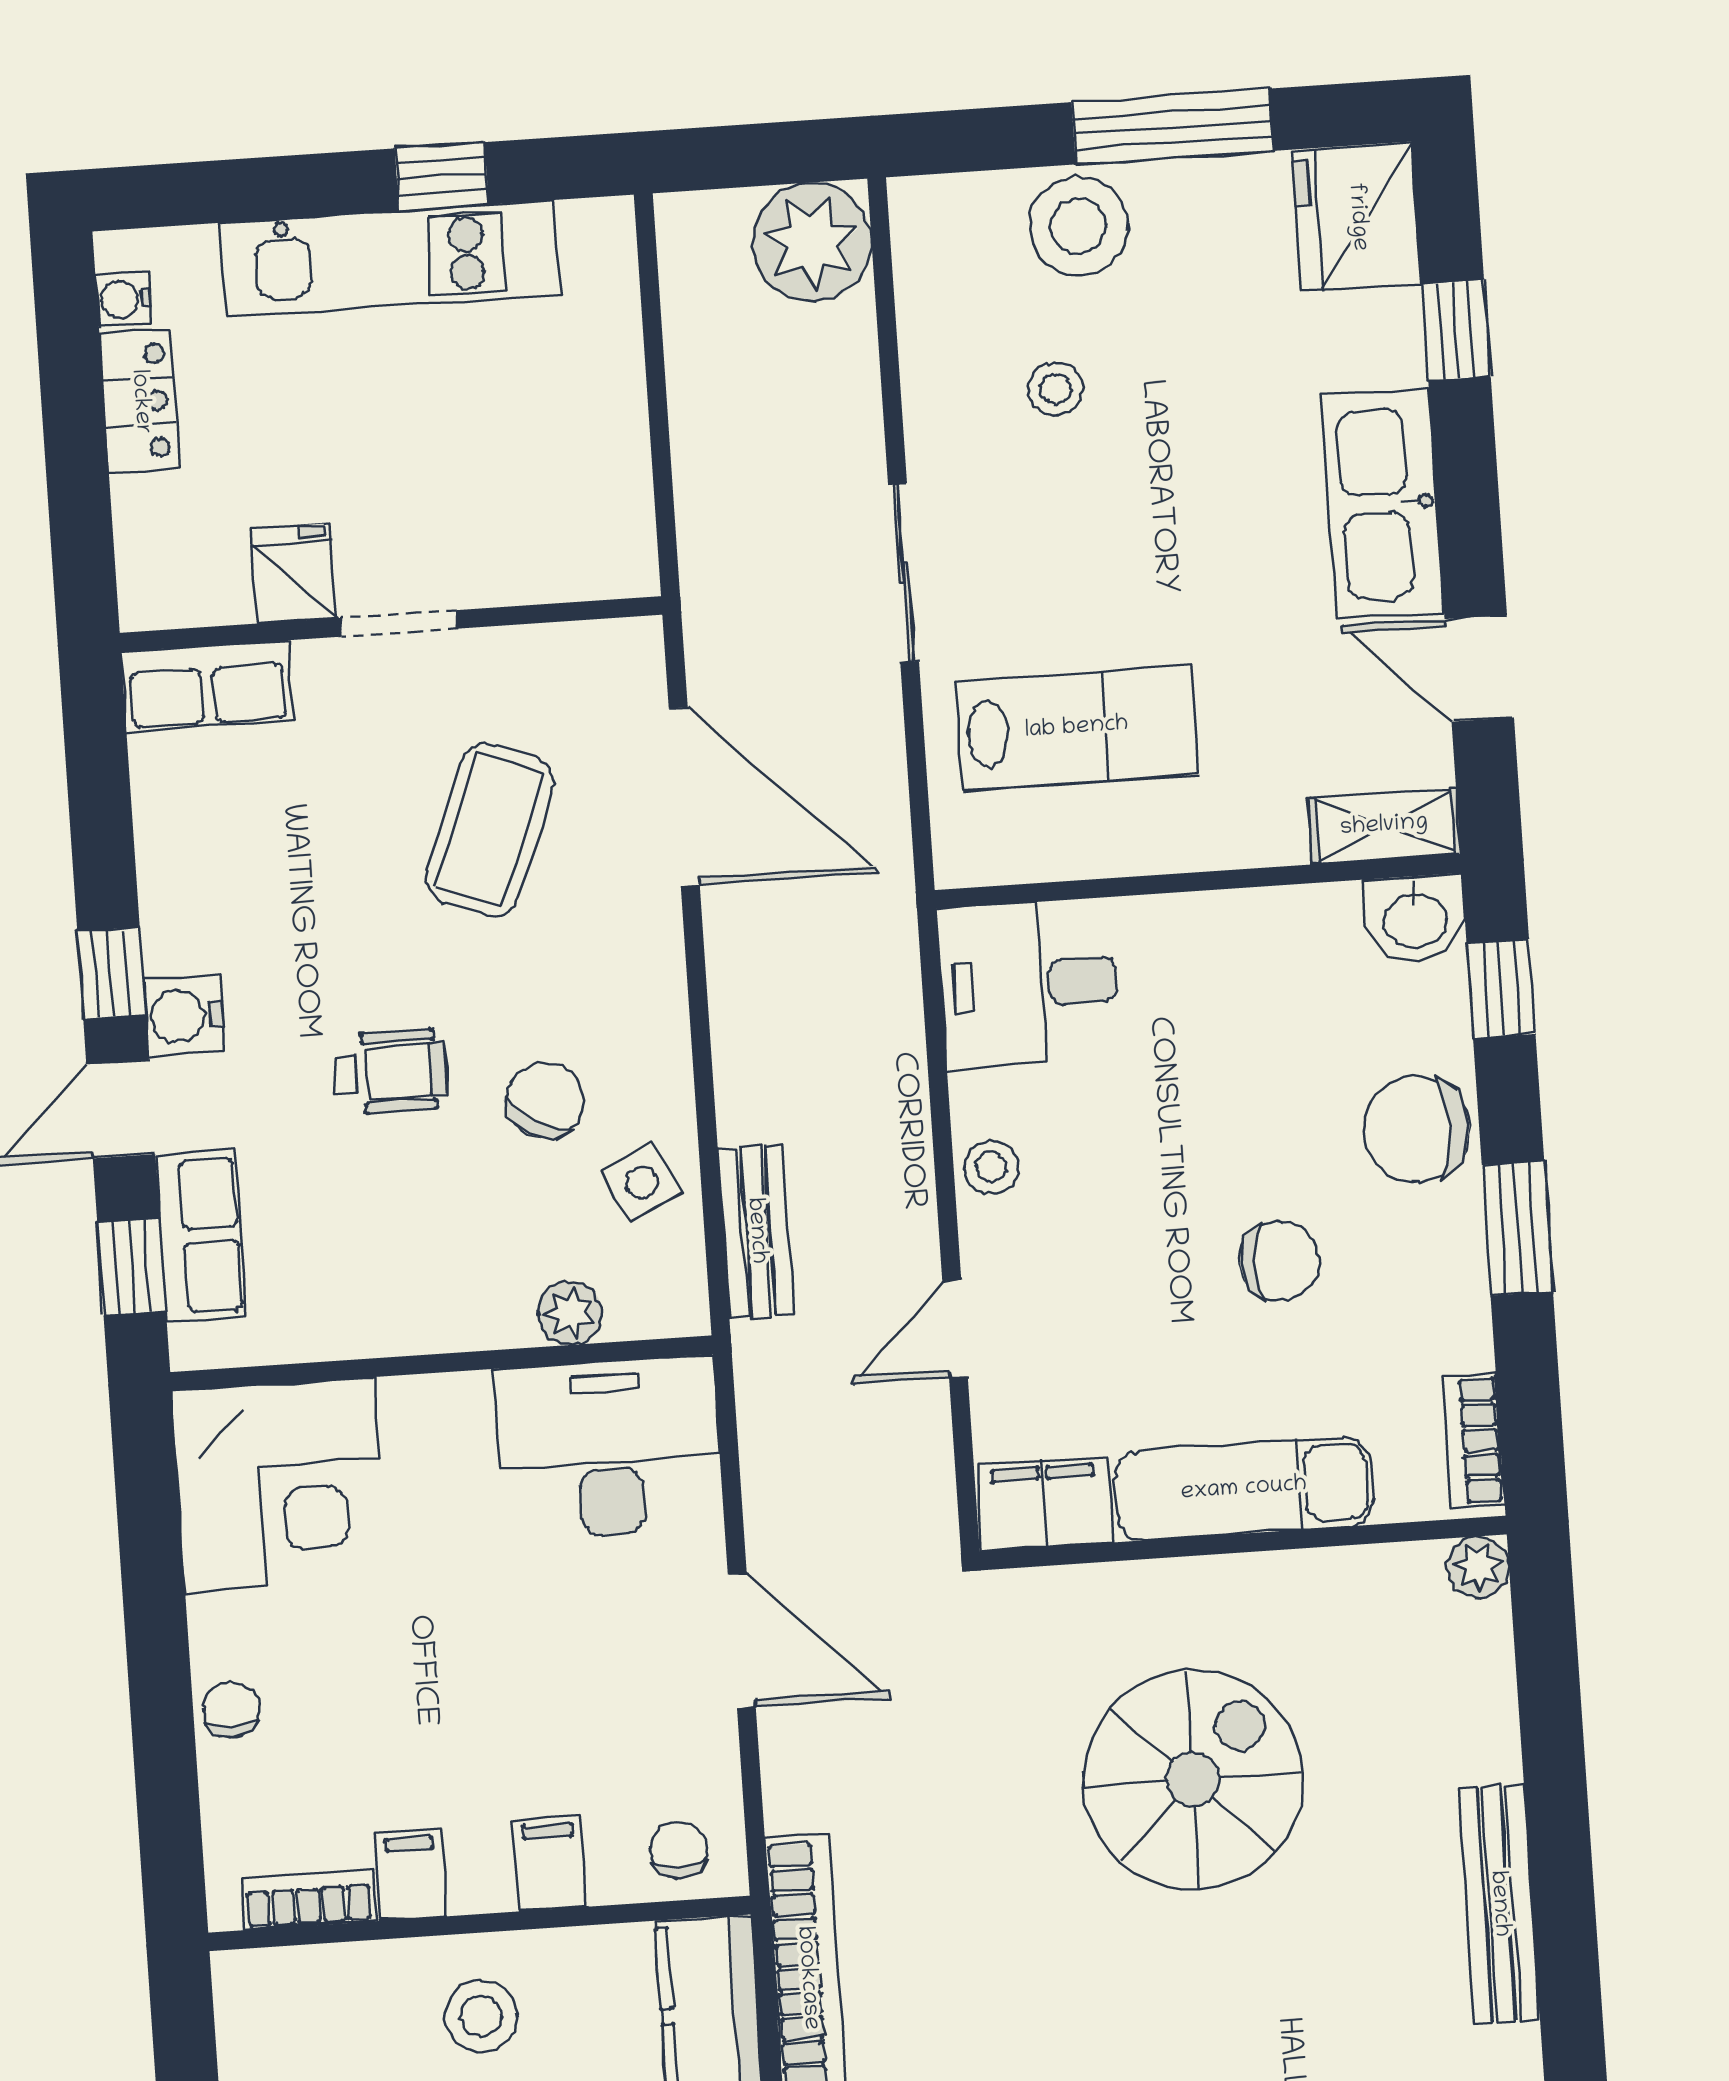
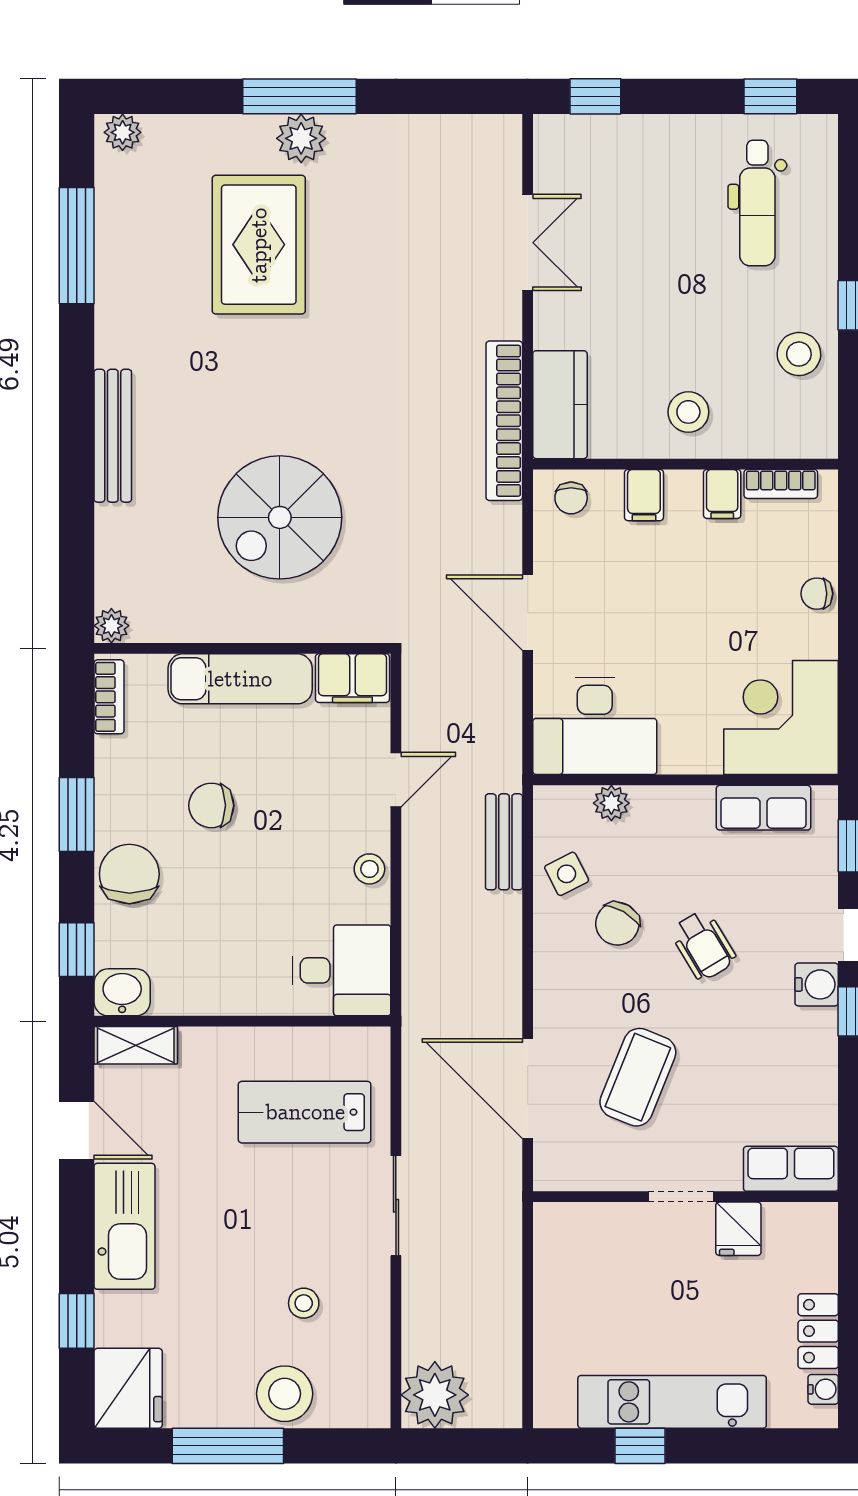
wheelchair: (390, 1072) -> (703, 945), turned -121
chair: (1417, 1129) -> (129, 874), turned -90
row of seats: (201, 1235) -> (764, 808), moved, turned -90
chair: (231, 1709) -> (817, 594), turned 90

